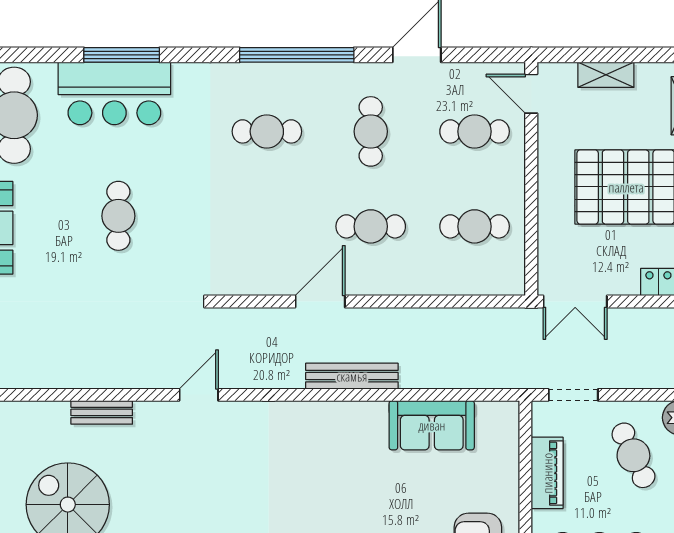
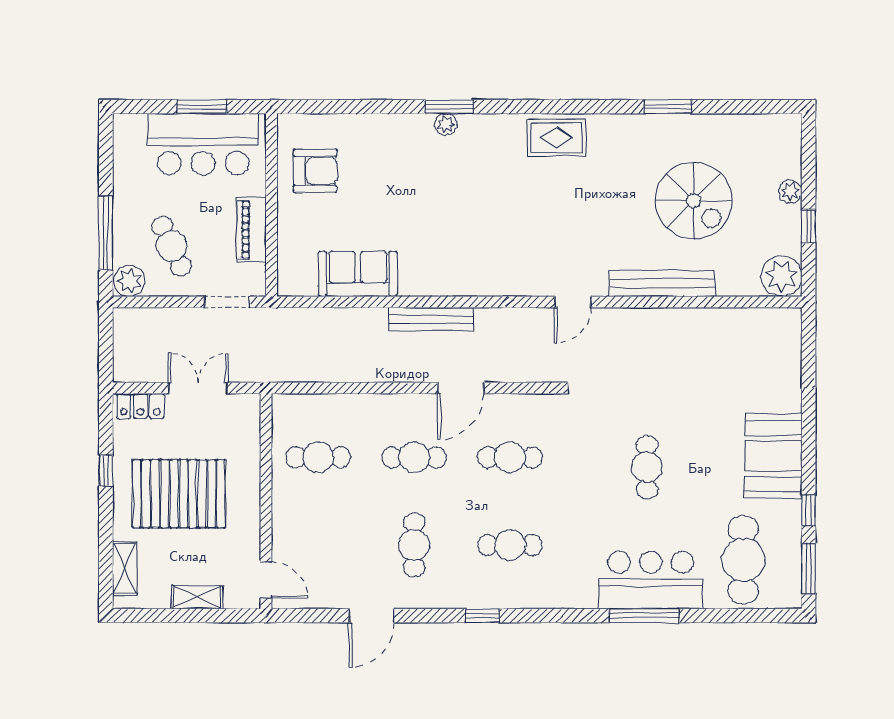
window: (297, 55) -> (482, 616), width x0.32
cafe table: (475, 131) -> (510, 457), moved
double door: (575, 301) -> (198, 388), moved
bench: (102, 412) -> (662, 283), width x1.86, depth x1.21

